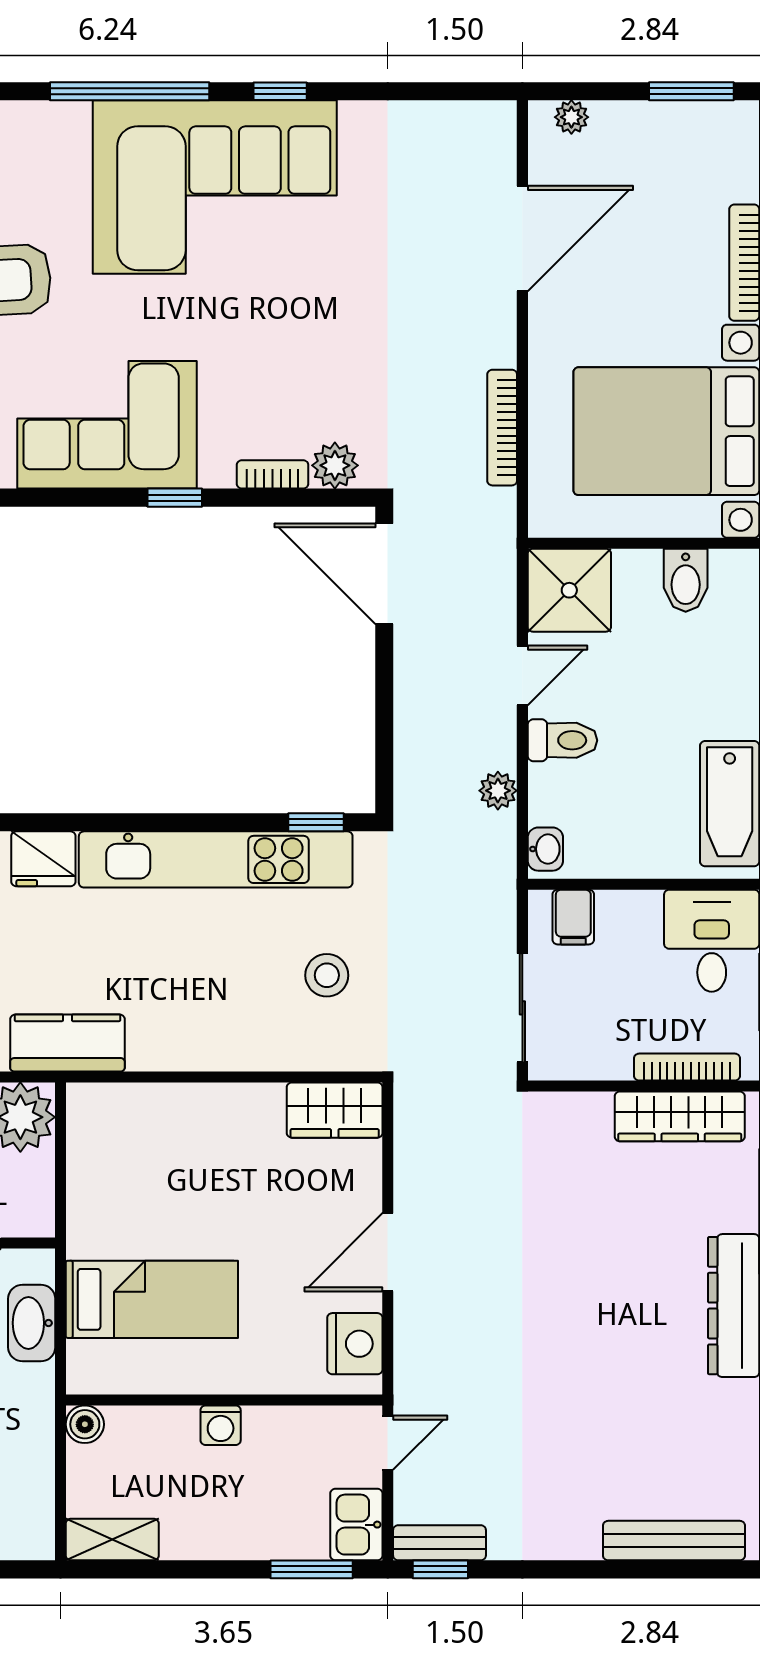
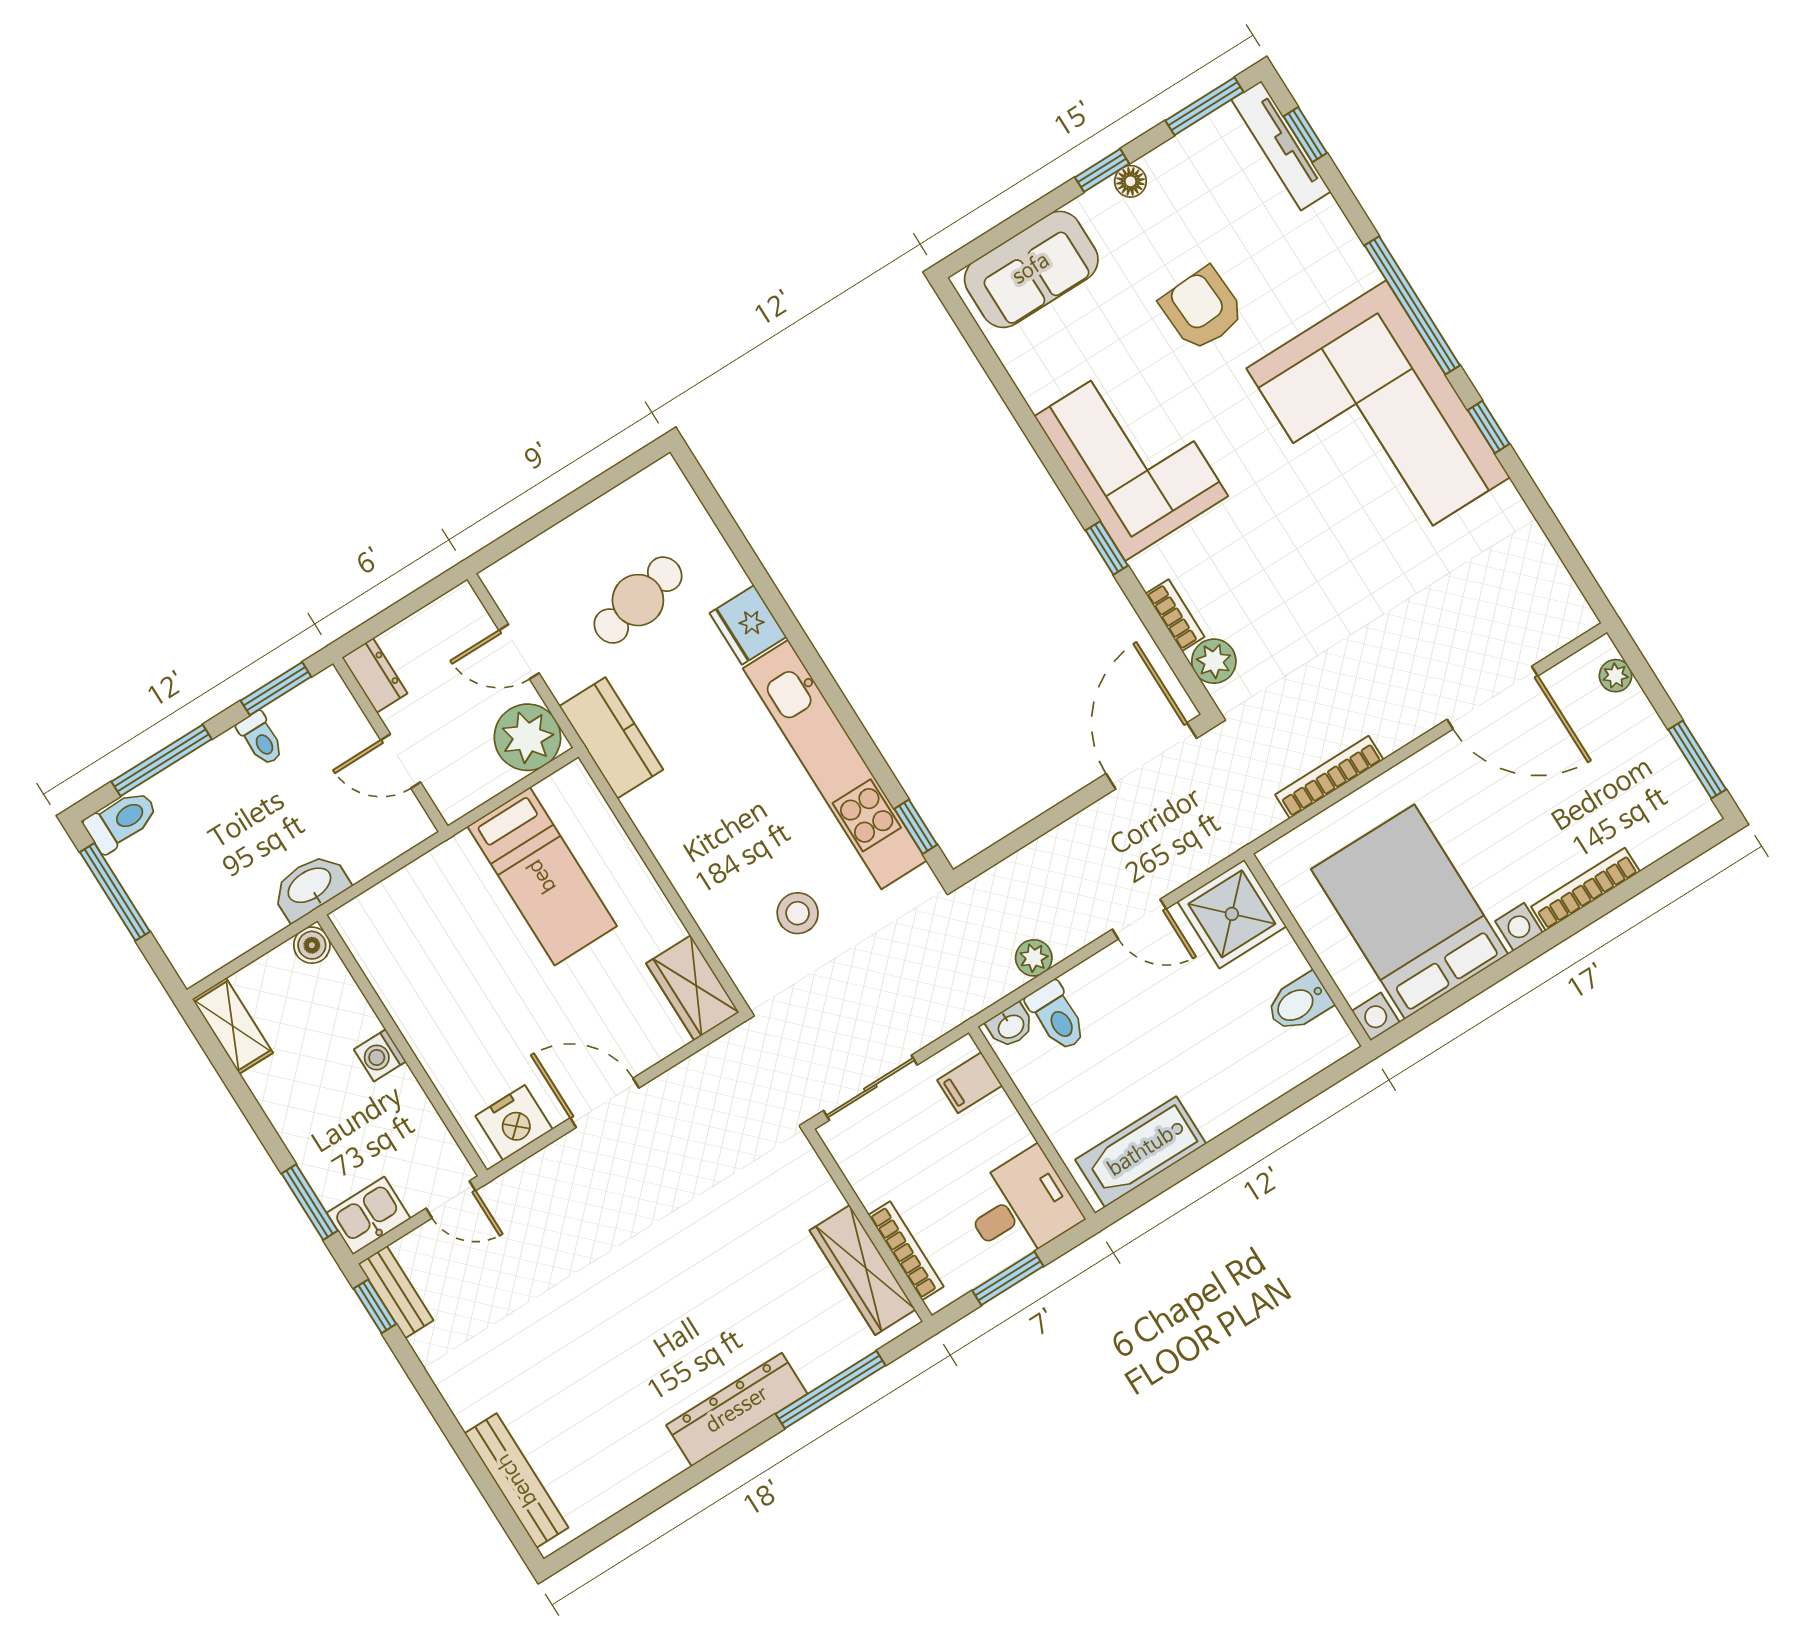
toilet: (562, 740) -> (1057, 1016), moved
bed: (152, 1299) -> (542, 876), moved
washbasin: (32, 1323) -> (310, 886), moved

